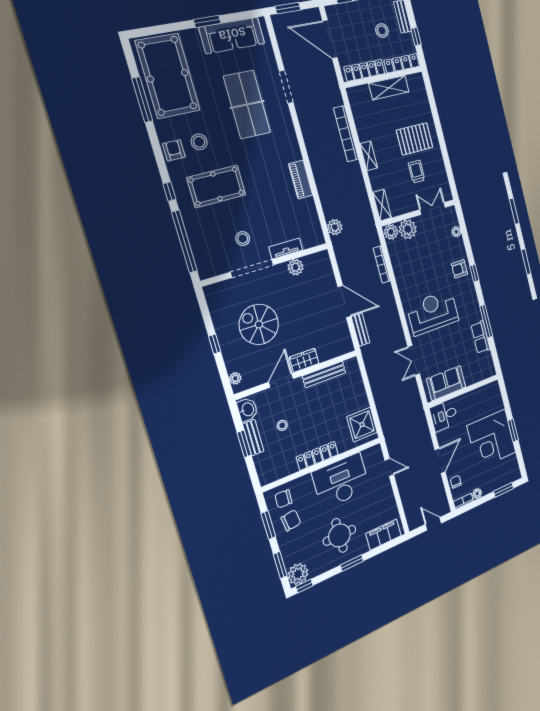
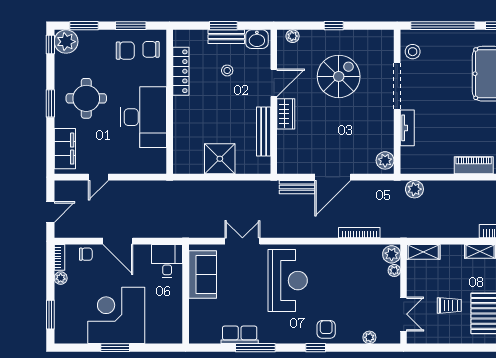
plant: (408, 229) -> (394, 270), width x0.53, depth x0.53
stool: (243, 239) -> (413, 52), moved
plant: (296, 267) -> (385, 160), moved
door: (281, 380) -> (274, 83), hinge flipped
shower: (362, 425) -> (220, 159), moved
locker: (317, 456) -> (181, 71), moved
door: (389, 467) -> (98, 177), moved
chair: (283, 499) -> (151, 49), turned -93
chair: (291, 520) -> (125, 51), turned -83

